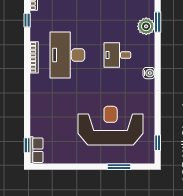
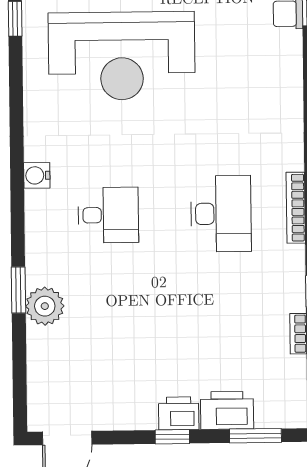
plant: (146, 26) -> (45, 306), moved
desk: (67, 55) -> (221, 214), width x0.73, depth x0.77

